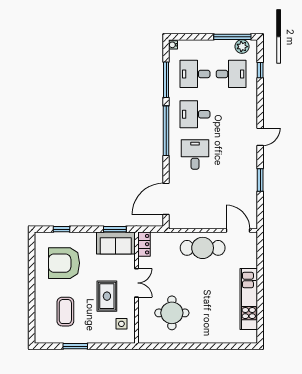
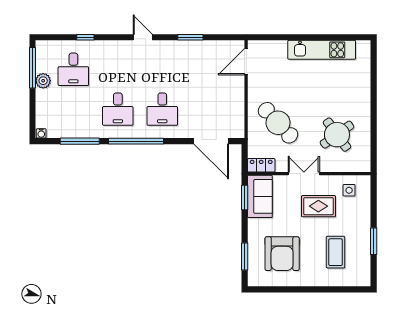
plant: (242, 47) -> (43, 81), moved
window: (260, 70) -> (85, 37), moved
desk: (195, 74) -> (73, 109), removed
desk: (231, 74) -> (73, 69), turned 180
desk: (195, 155) -> (162, 109), turned -90
window: (61, 229) -> (245, 256), width x1.50
cafe table: (203, 248) -> (278, 123), moved, turned -43
coffee table: (65, 312) -> (336, 252), turned 90
round table: (172, 313) -> (337, 135), turned -36

